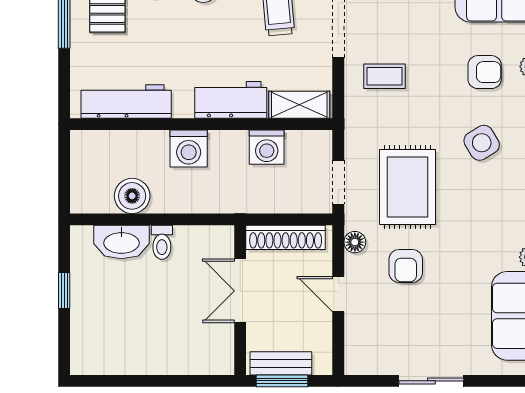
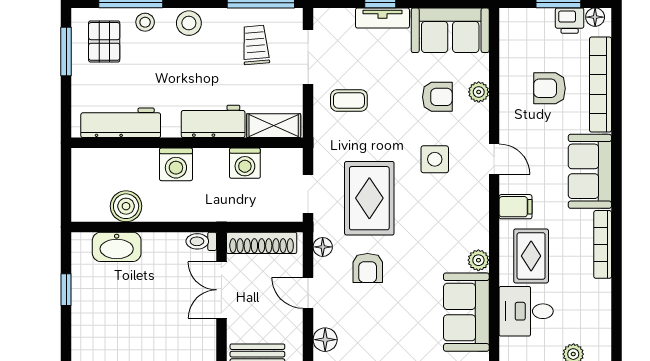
side table: (482, 143) -> (435, 159), turned 31
toilet: (162, 242) -> (201, 241), moved, turned 90
floor lamp: (357, 347) -> (325, 340), added

